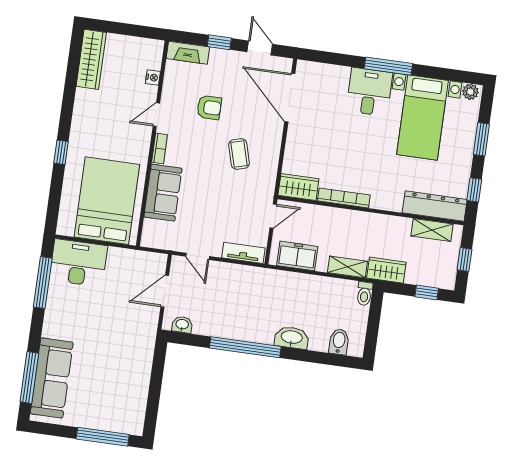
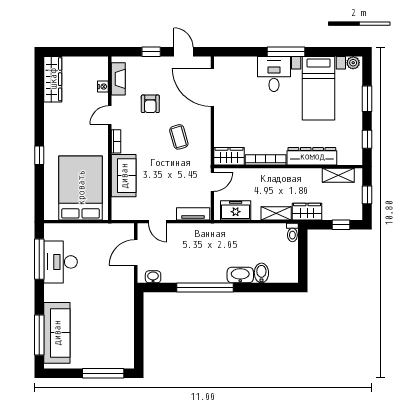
fireplace: (188, 53) -> (118, 79), moved, turned -90
armchair: (209, 107) -> (150, 104), turned 90
dresser: (435, 206) -> (312, 156), moved
desk: (78, 263) -> (61, 262), moved, turned -90
bidet: (339, 342) -> (261, 273), moved

